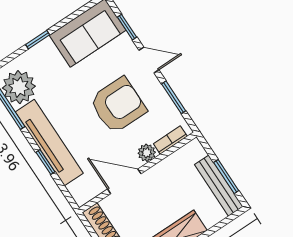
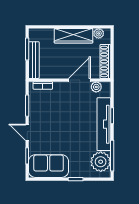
armchair: (118, 105) -> (57, 120), removed
plant: (147, 153) -> (96, 87), moved
door: (124, 181) -> (79, 80), swing flipped
bench: (219, 186) -> (34, 60), moved

